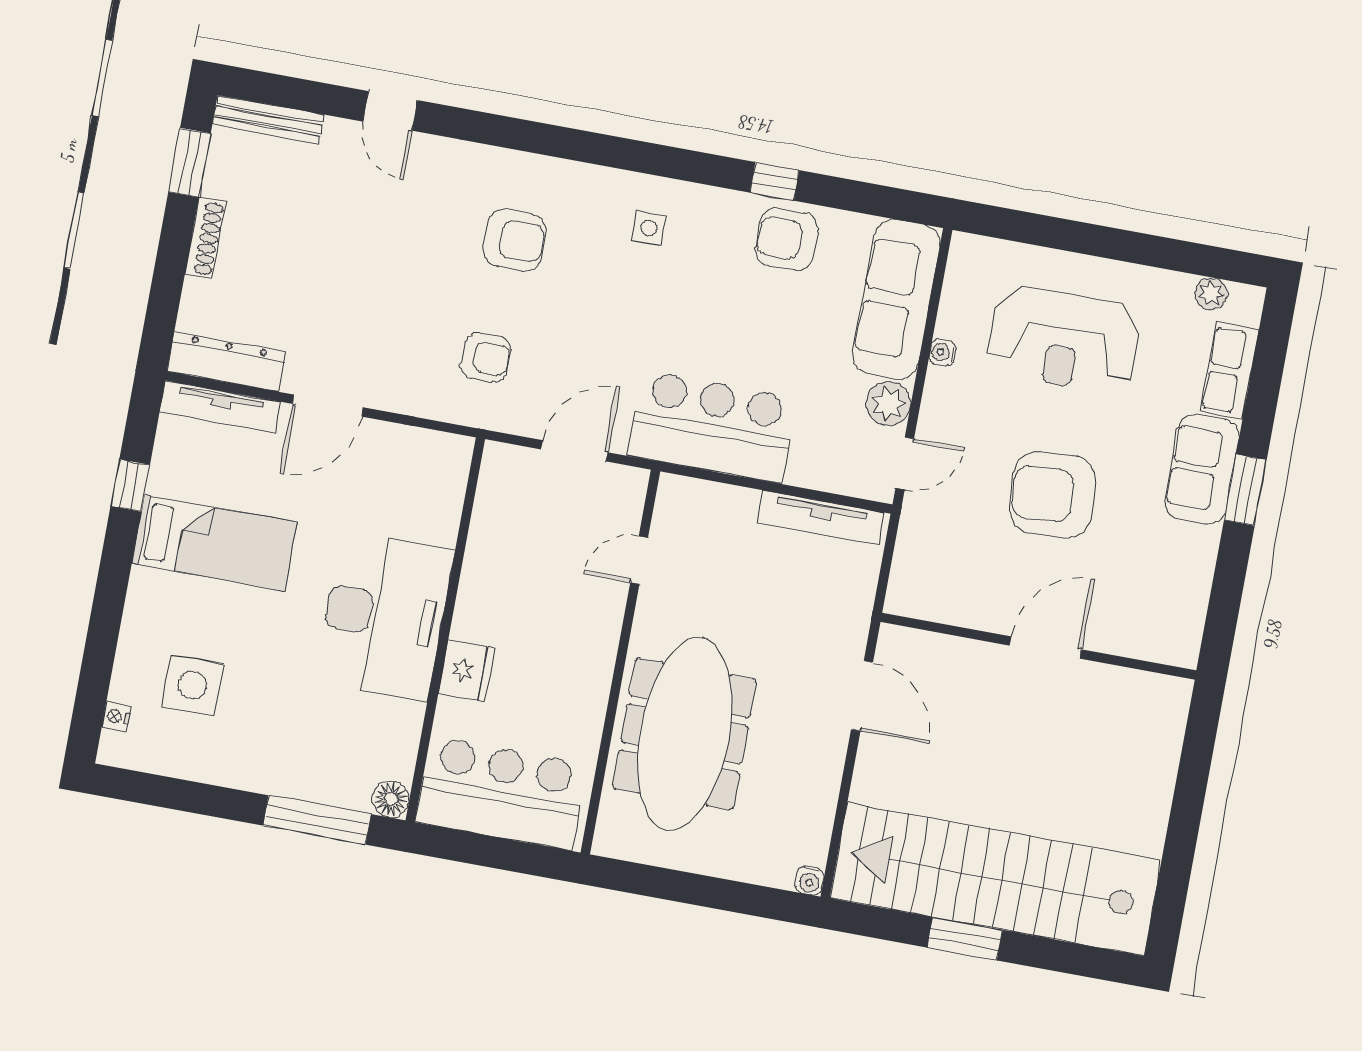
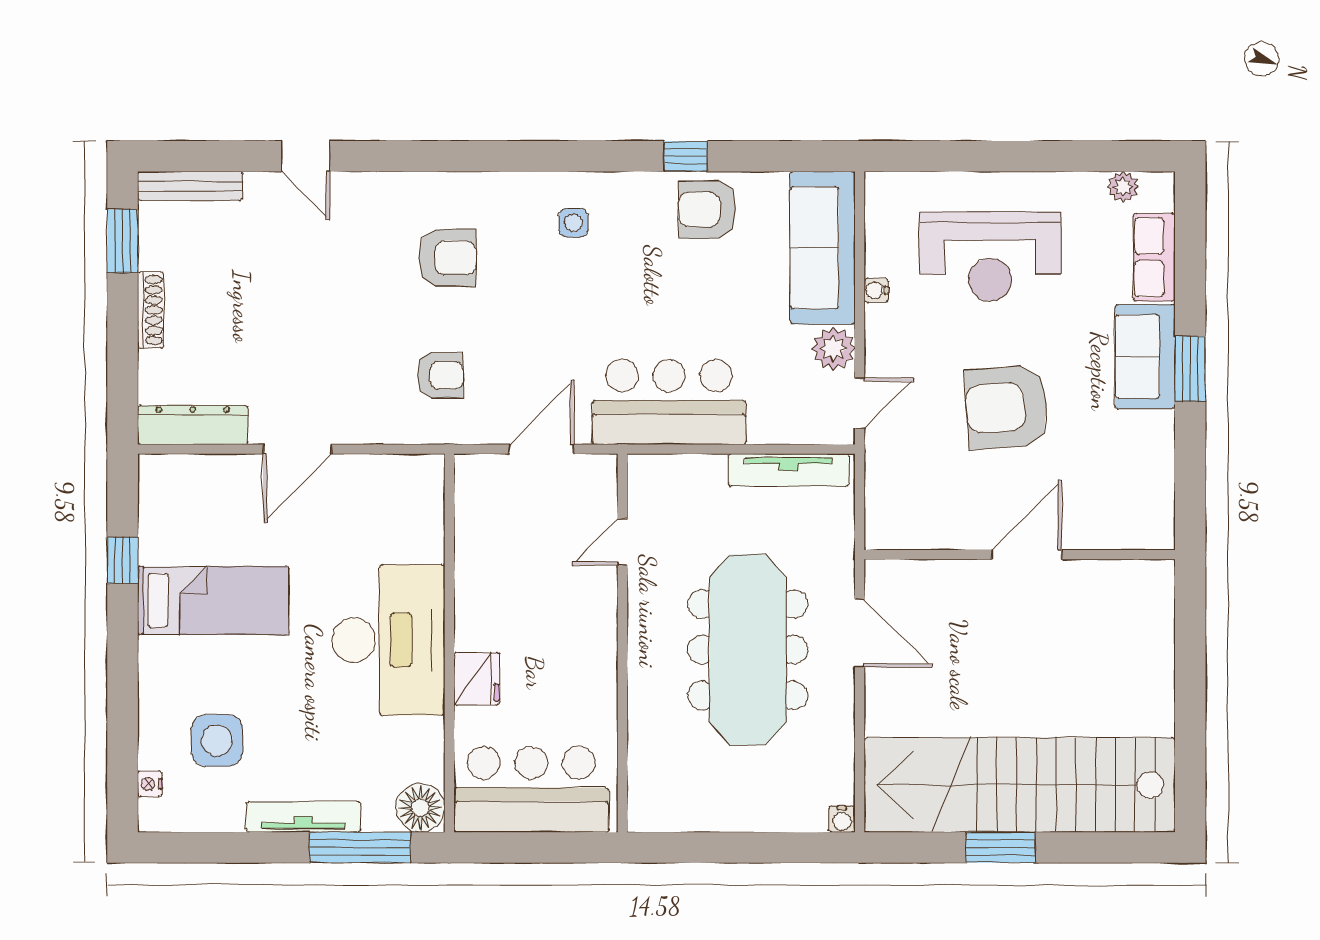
tv unit: (220, 407) -> (303, 817), moved, turned 180
meeting table: (685, 734) -> (748, 650), moved
floor lamp: (391, 799) -> (420, 808), width x1.38, depth x1.38

